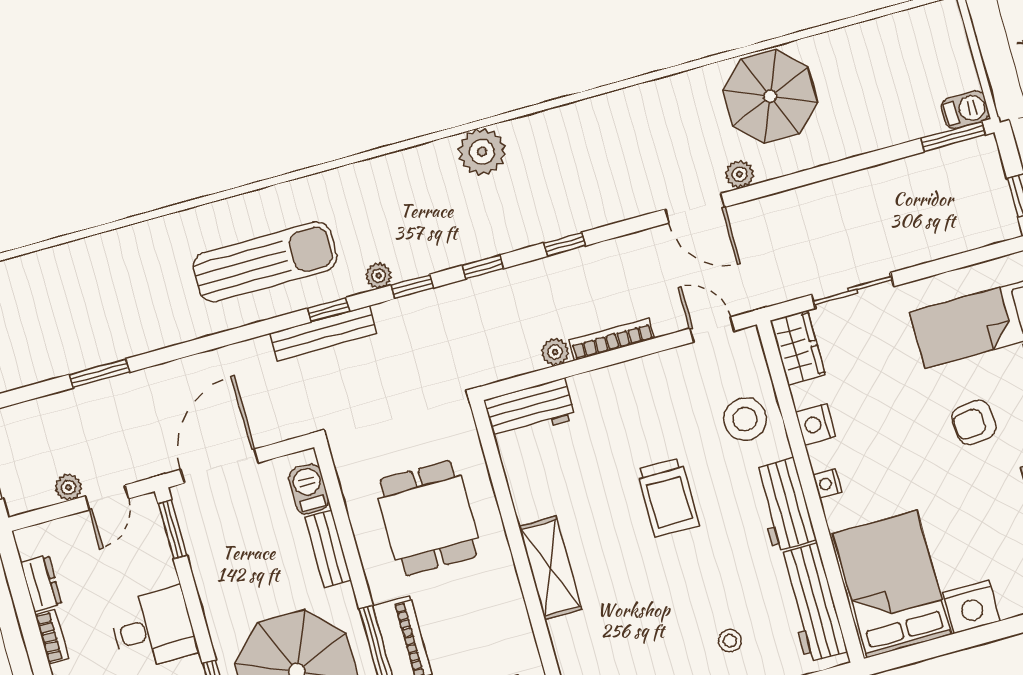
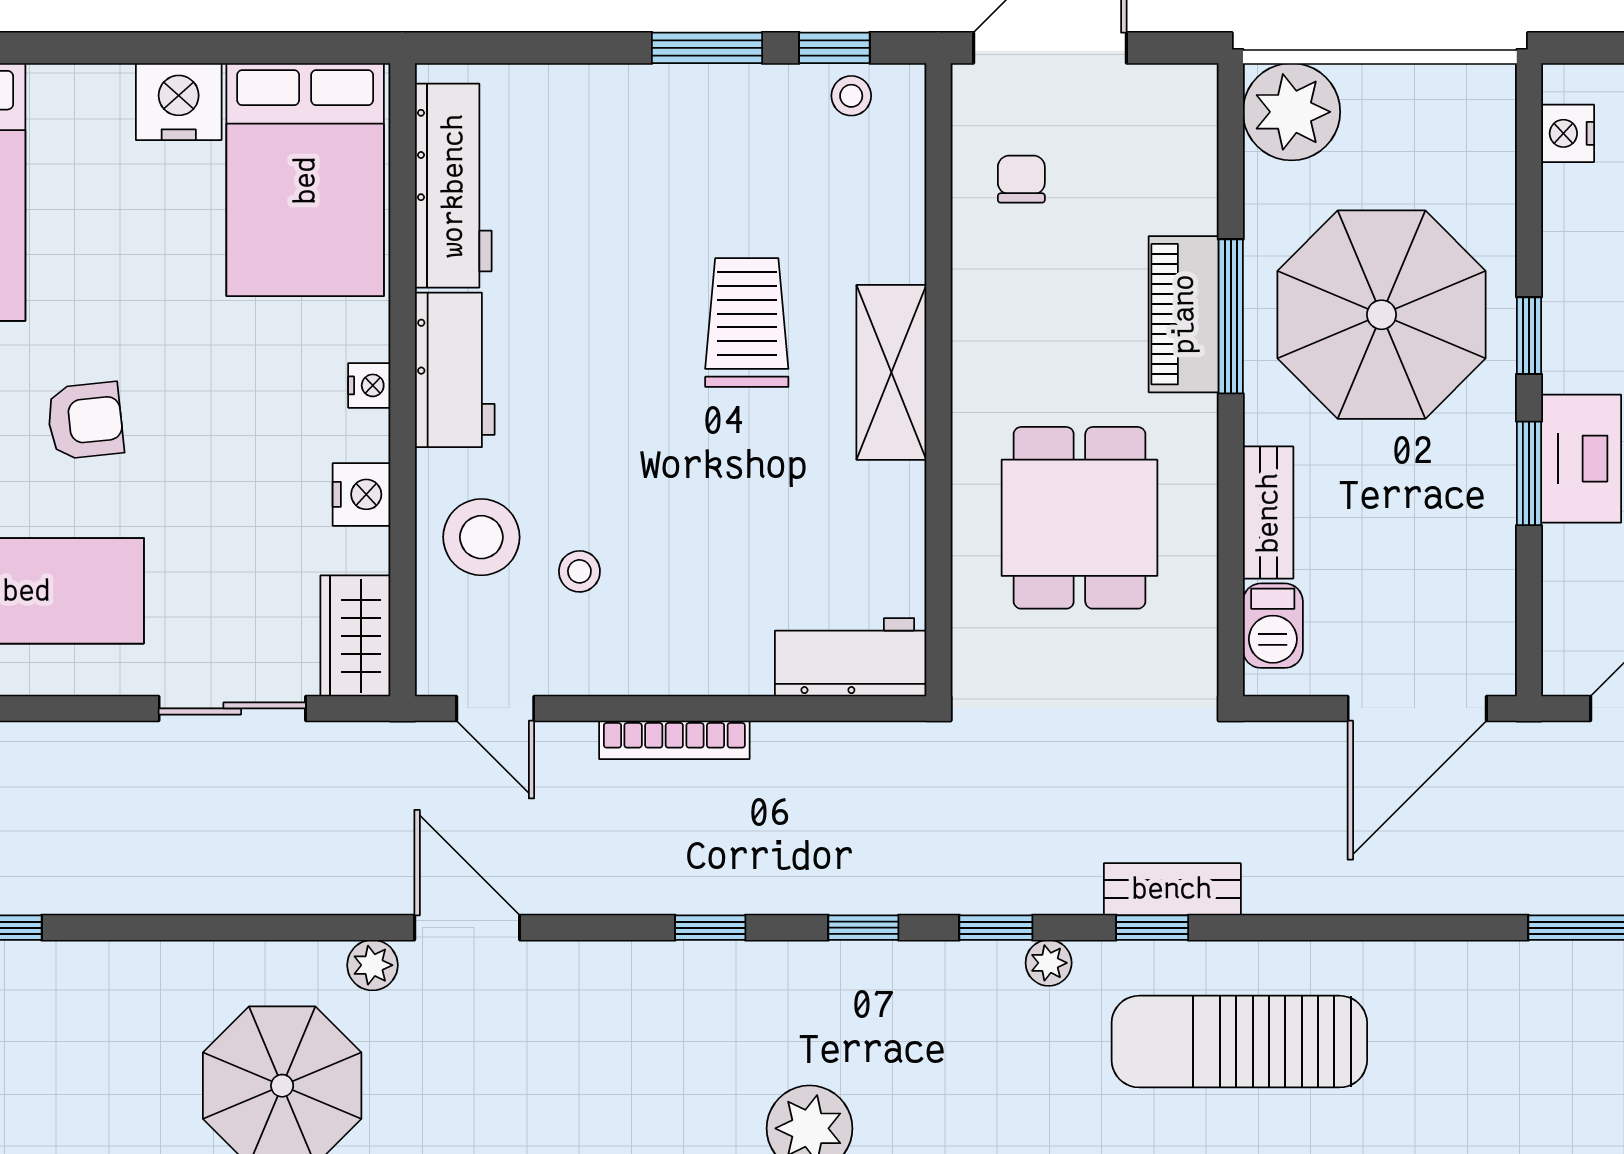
bench: (323, 333) -> (1172, 889), width x0.73
plant: (555, 352) -> (779, 745), removed
trolley: (668, 497) -> (747, 323), moved
window: (173, 529) -> (1529, 473), moved
stool: (730, 641) -> (579, 571), moved

